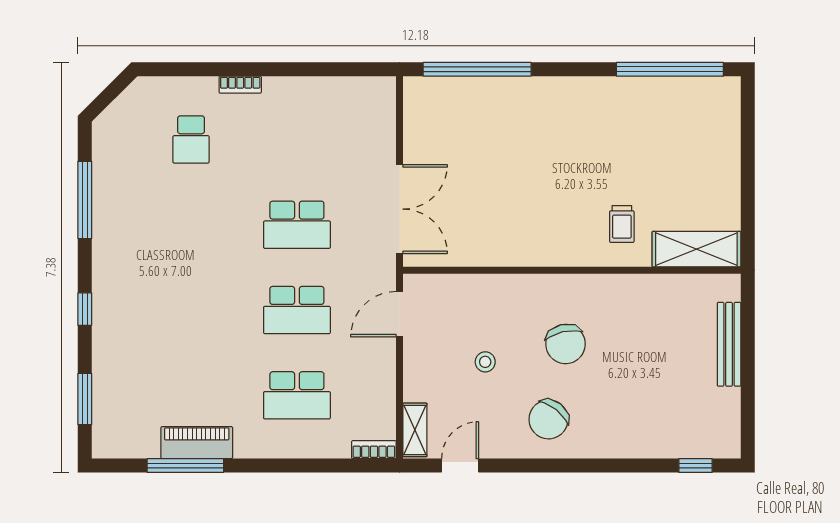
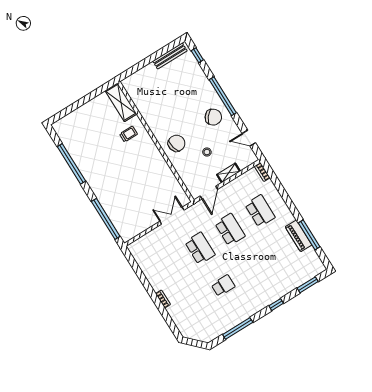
window: (670, 69) -> (71, 164), moved
school desk: (191, 139) -> (223, 286), moved
double door: (400, 209) -> (172, 216), width x0.73
door: (400, 314) -> (209, 193), hinge flipped
chair: (566, 344) -> (176, 143), moved
bench: (729, 344) -> (170, 56), moved
shelving: (415, 430) -> (228, 173), moved
window: (579, 466) -> (223, 96), added

